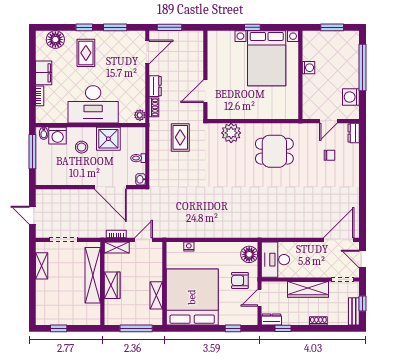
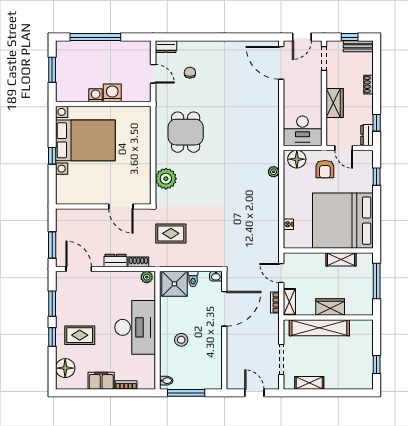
washing machine: (351, 97) -> (112, 93), moved, turned 180
washing machine: (58, 136) -> (169, 366), removed
shower: (108, 139) -> (174, 284), moved
door: (32, 215) -> (254, 393), swing flipped
plant: (238, 233) -> (274, 172), added
wardrobe: (308, 289) -> (335, 103), width x0.67

